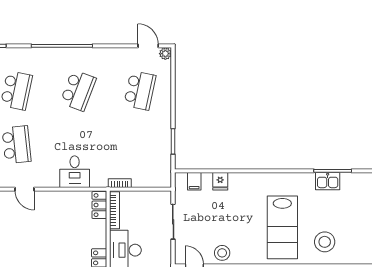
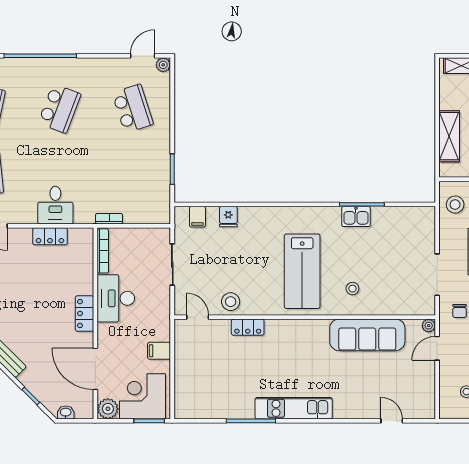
door: (148, 46) -> (143, 56), hinge flipped
school desk: (140, 90) -> (133, 109), turned -30
locker: (99, 205) -> (50, 236), moved, turned -90
stool: (325, 242) -> (352, 289), width x0.53, depth x0.53

